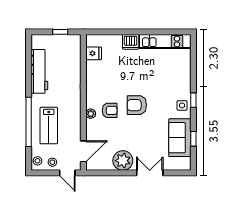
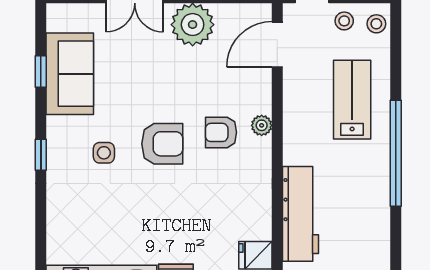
workbench: (39, 71) -> (301, 214), moved, turned 180
side table: (182, 105) -> (104, 153), moved
window: (29, 122) -> (396, 153), moved

